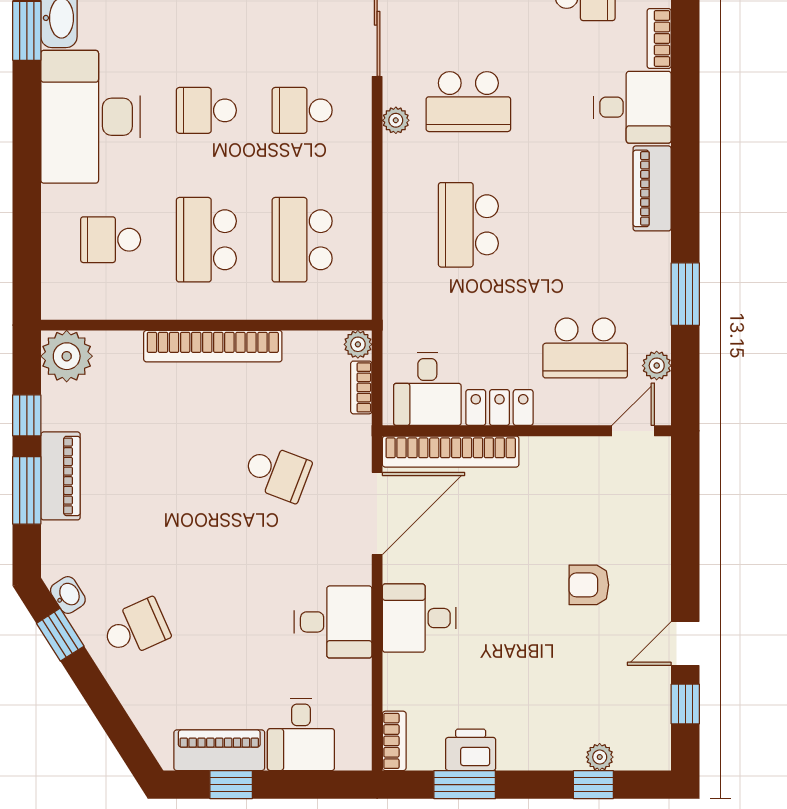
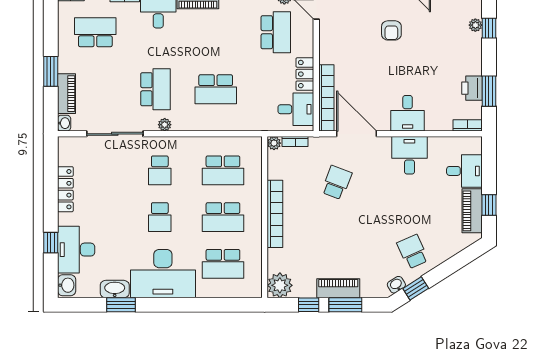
school desk: (111, 240) -> (223, 264), width x1.85

